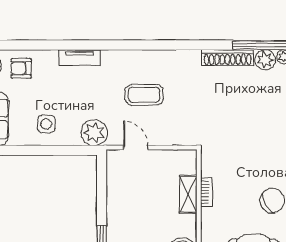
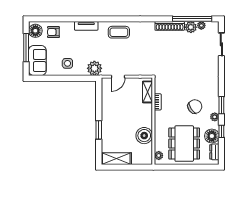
coffee table: (144, 95) -> (119, 32), moved
door: (136, 148) -> (118, 77), swing flipped
shelving: (188, 194) -> (148, 92), moved

